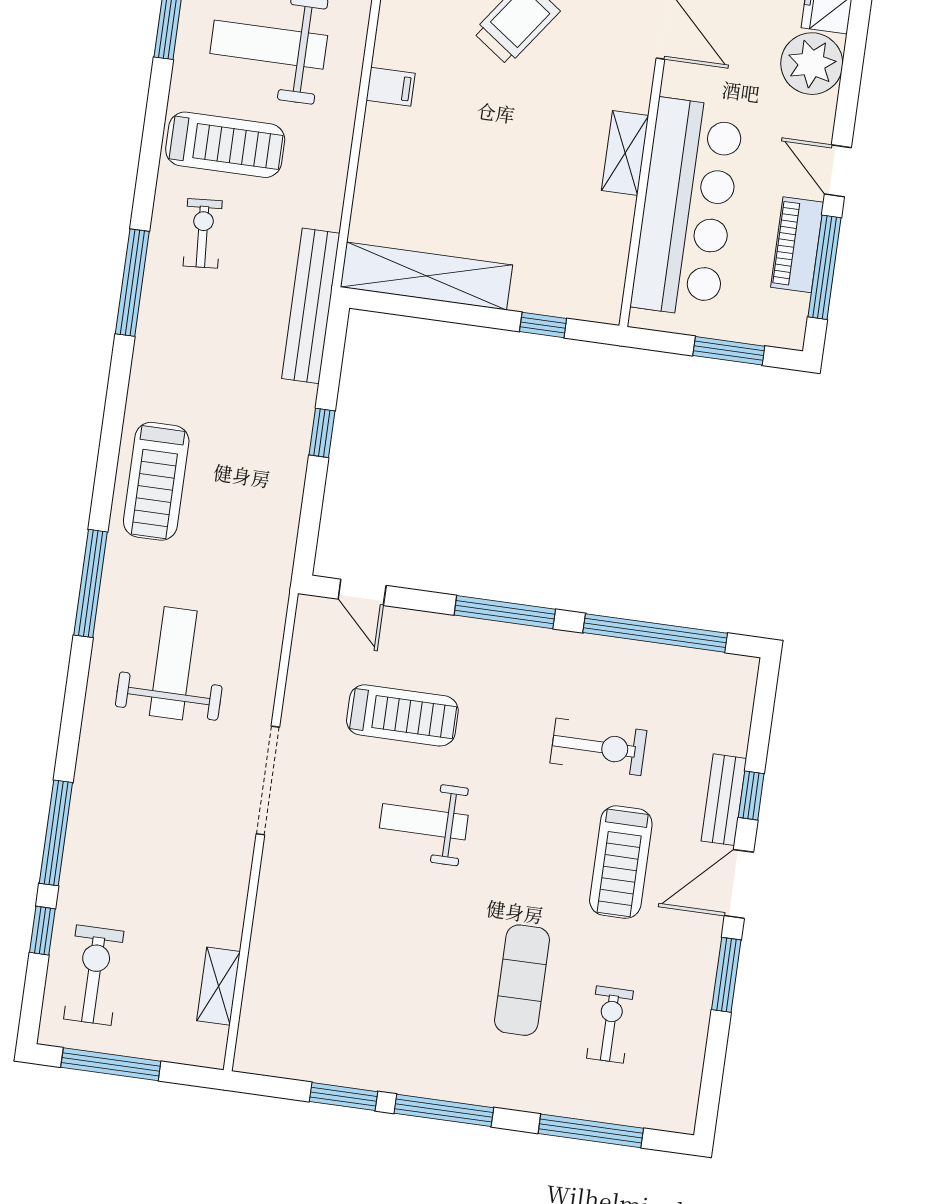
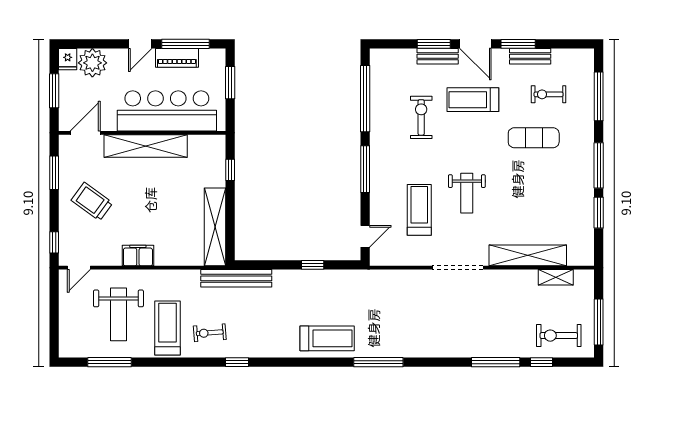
filing cabinet: (391, 87) -> (138, 255), width x2.00
shelving: (625, 153) -> (146, 146), width x2.20, depth x1.33
window: (132, 283) -> (237, 362), width x0.46
window: (322, 433) -> (313, 265), moved
weight bench: (173, 663) -> (410, 319), removed
window: (751, 796) -> (434, 44), width x1.50
treadmill: (621, 862) -> (473, 100), turned 180
shelving: (274, 933) -> (528, 255), added
bench: (696, 997) -> (530, 56), added

